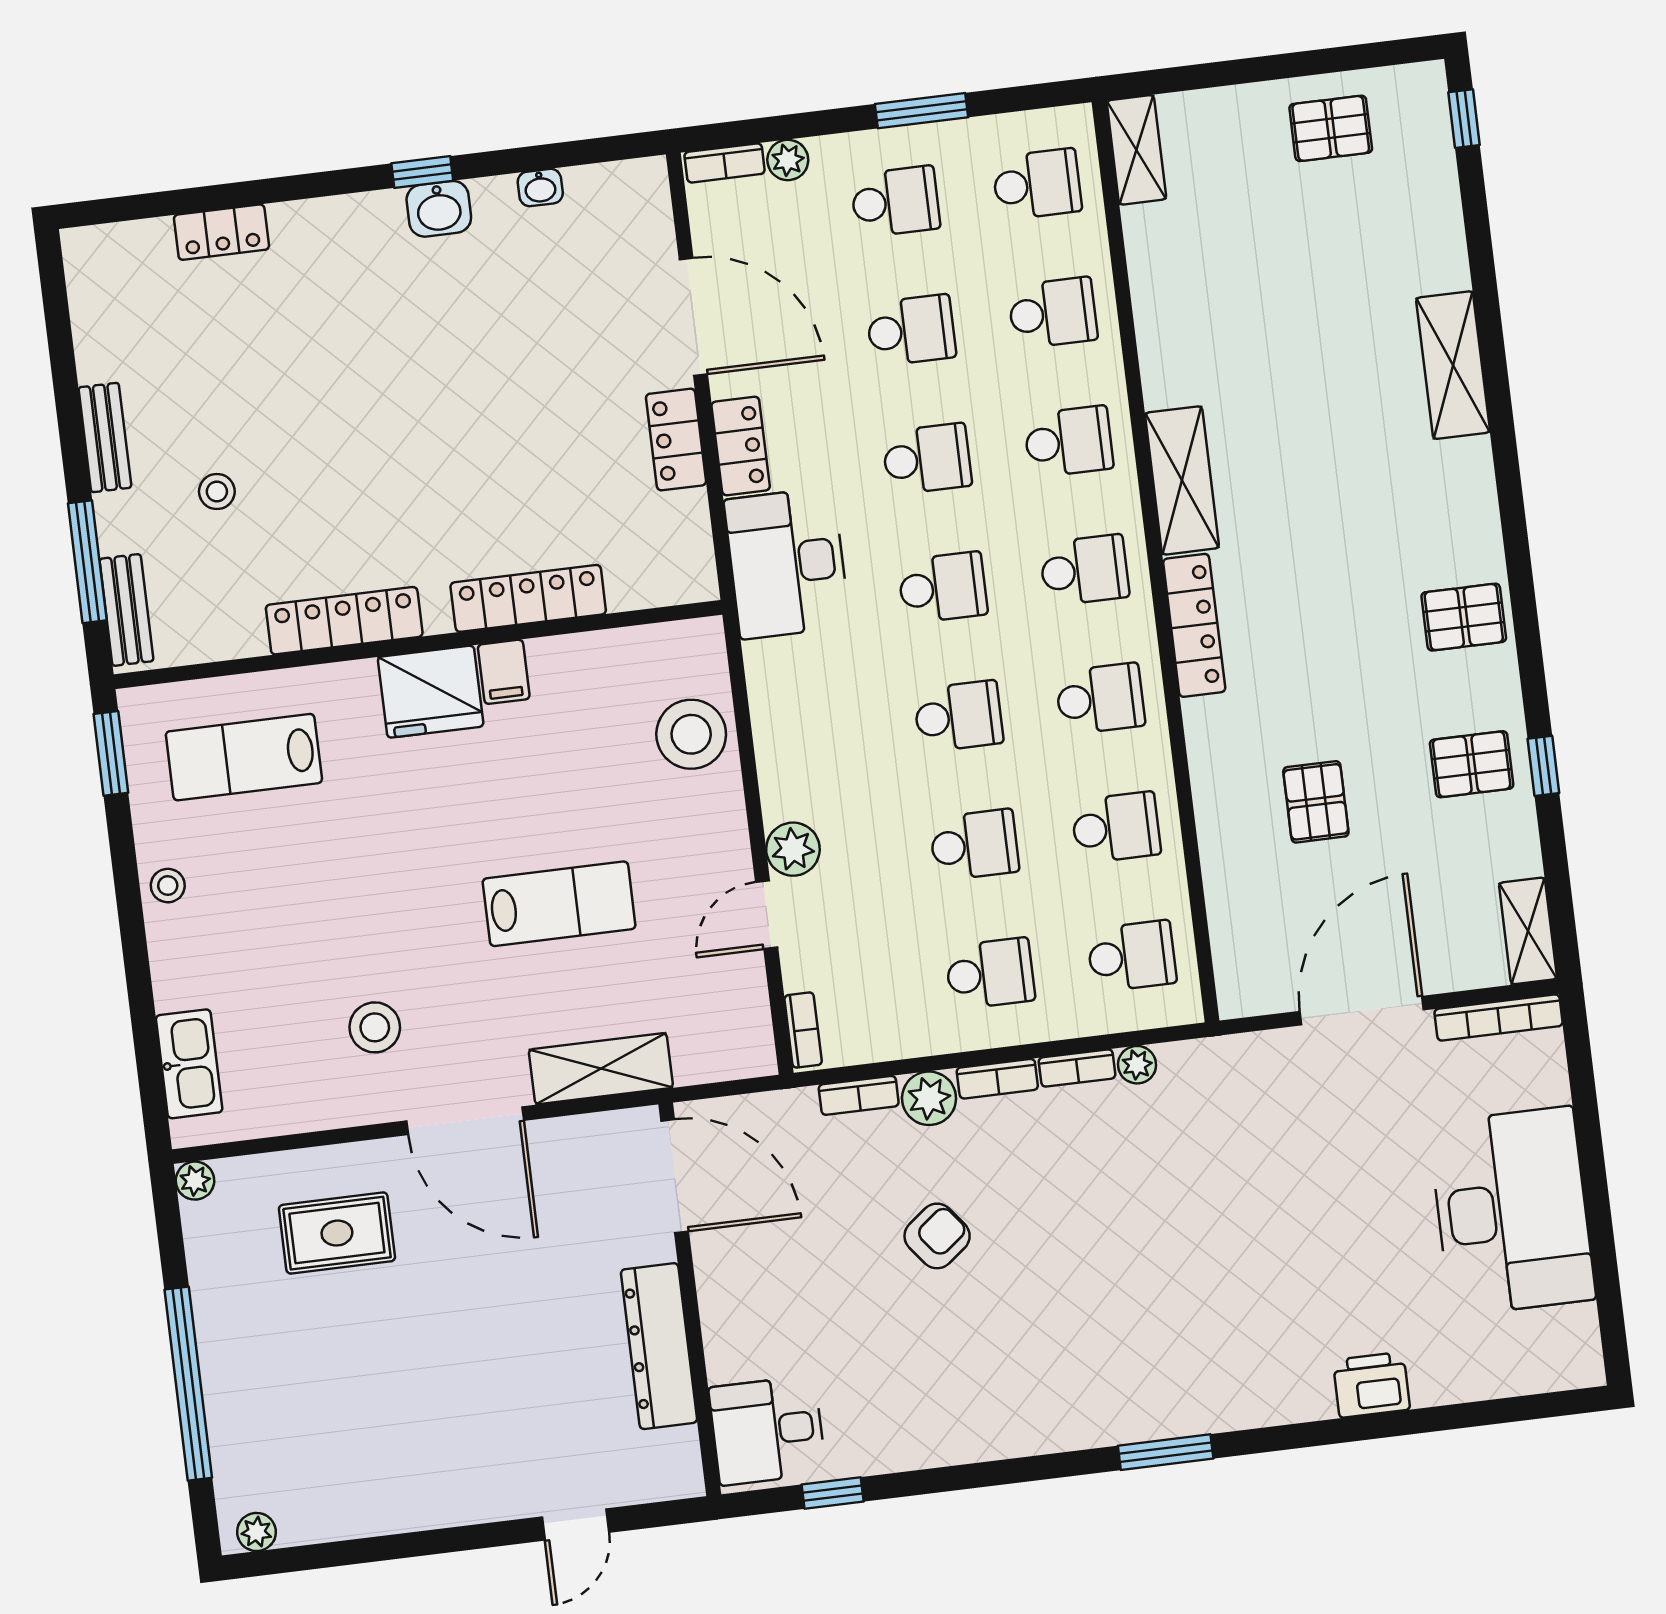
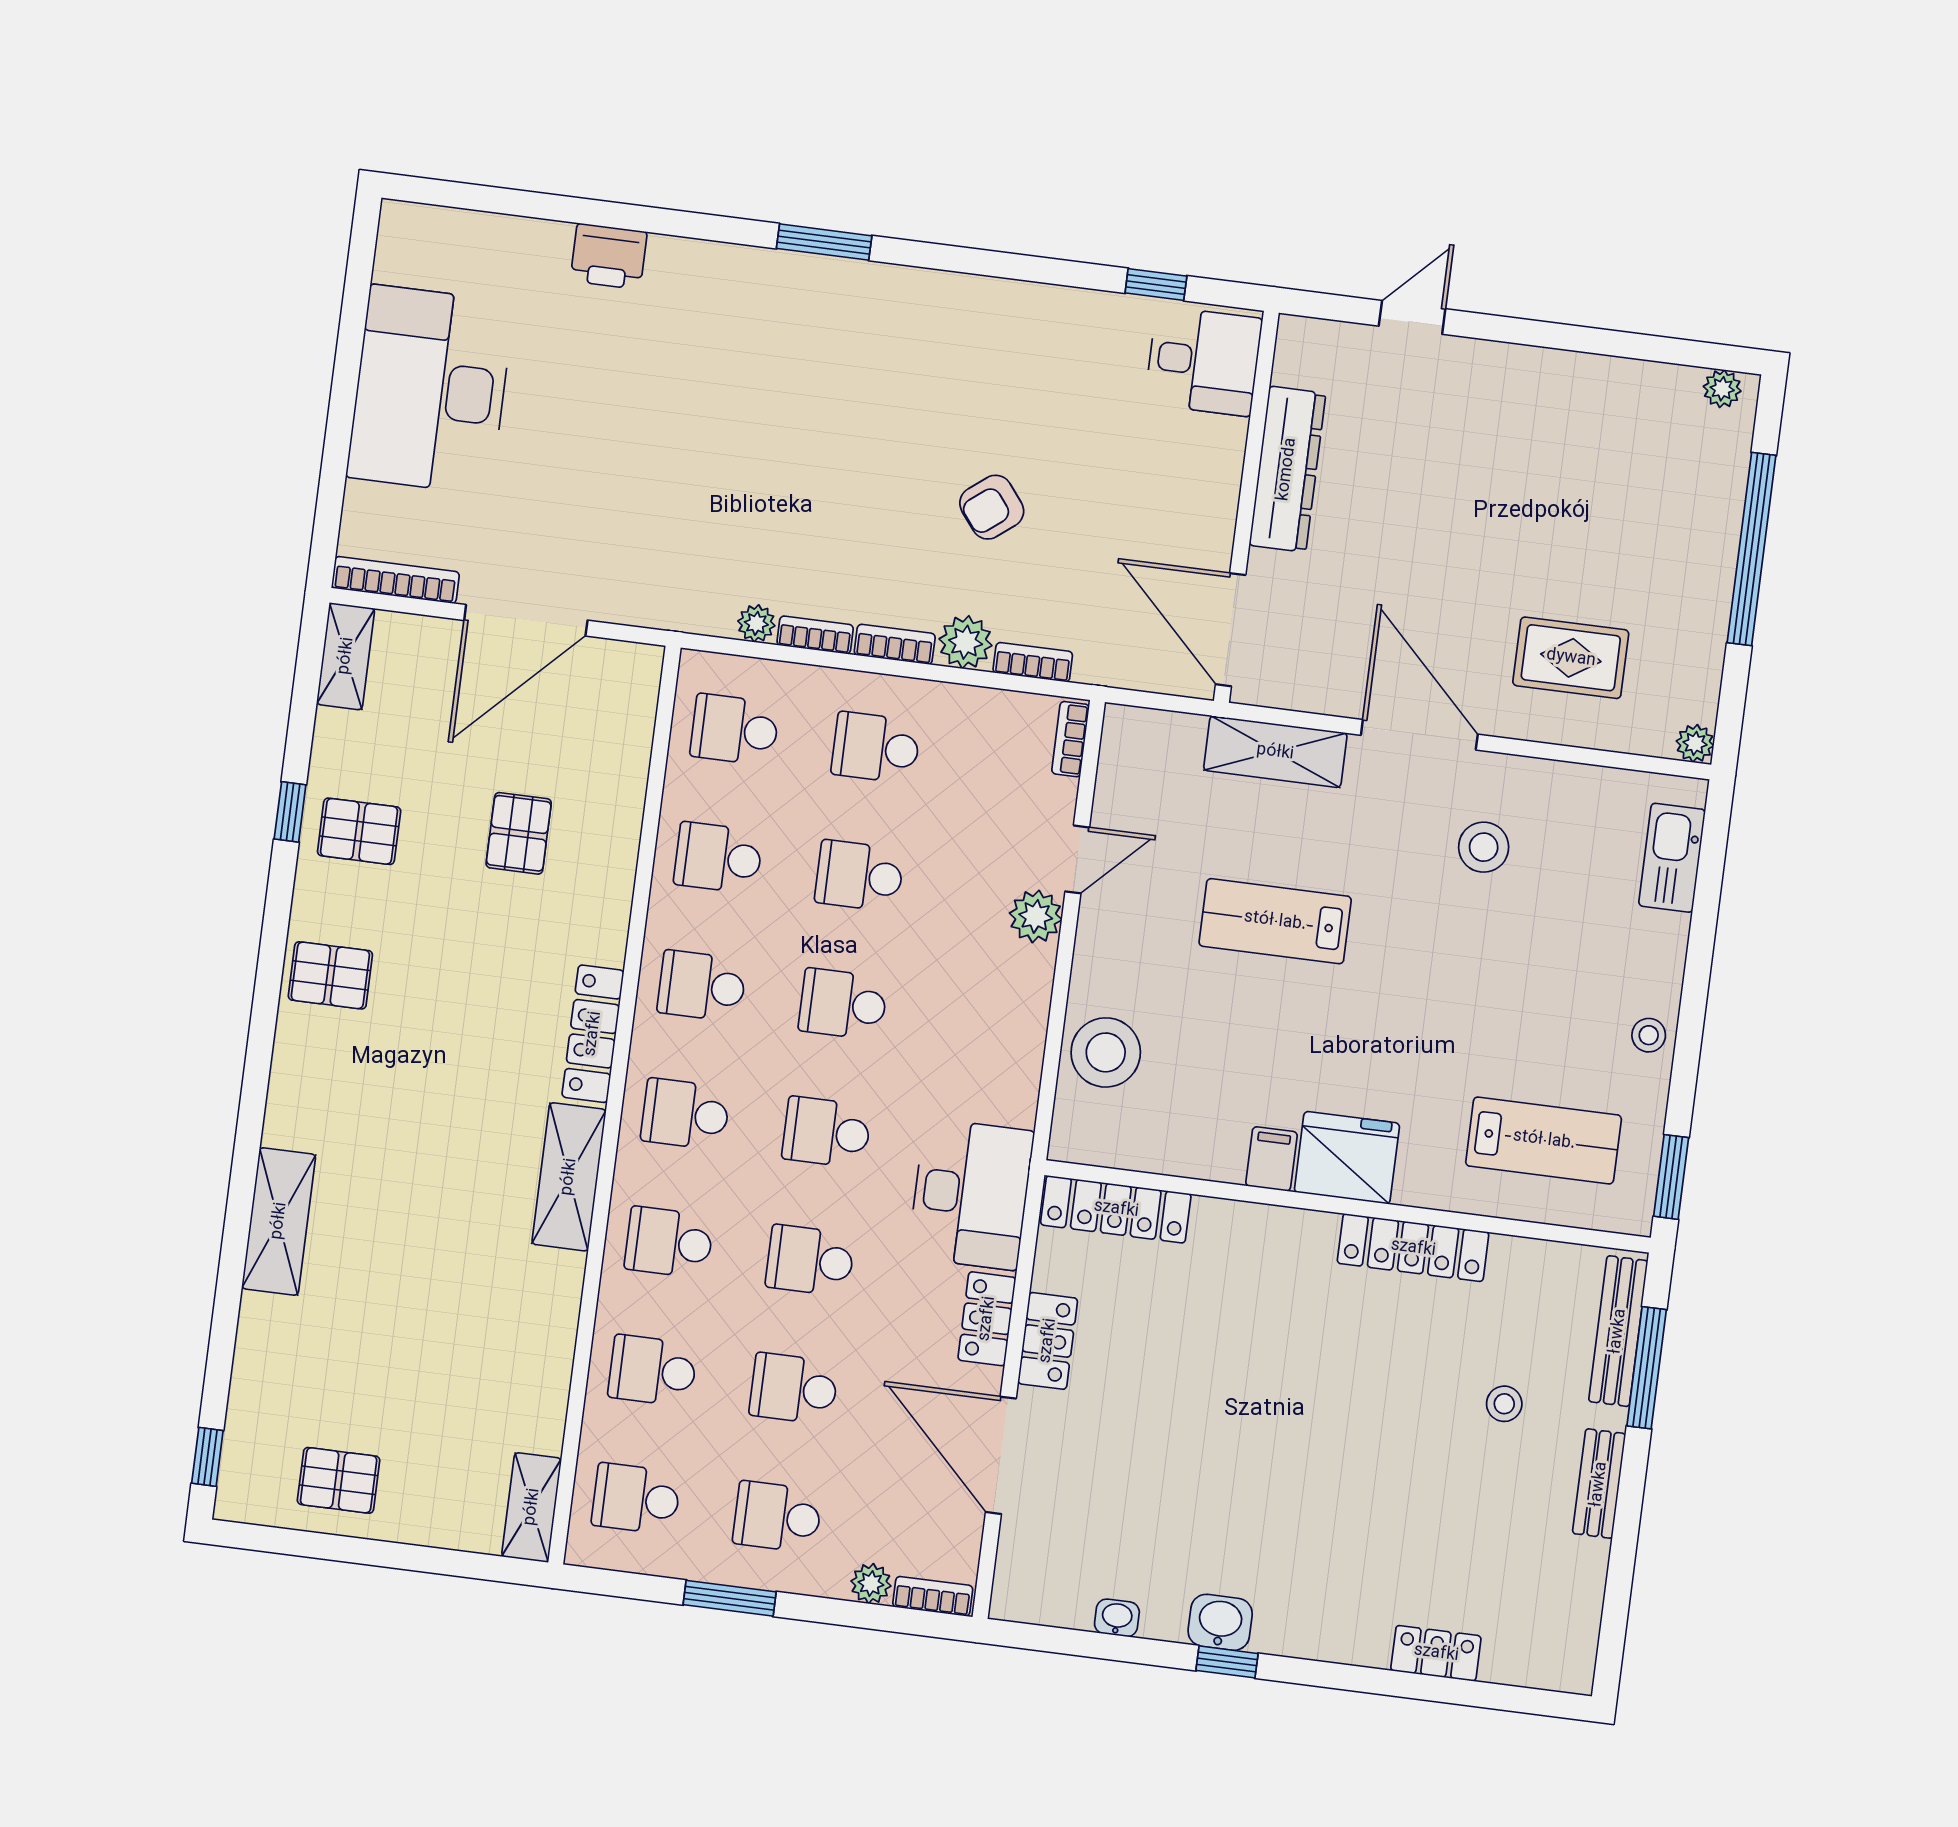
locker: (528, 598) -> (1116, 1209), moved
bench: (127, 610) -> (1618, 1331), width x1.36

